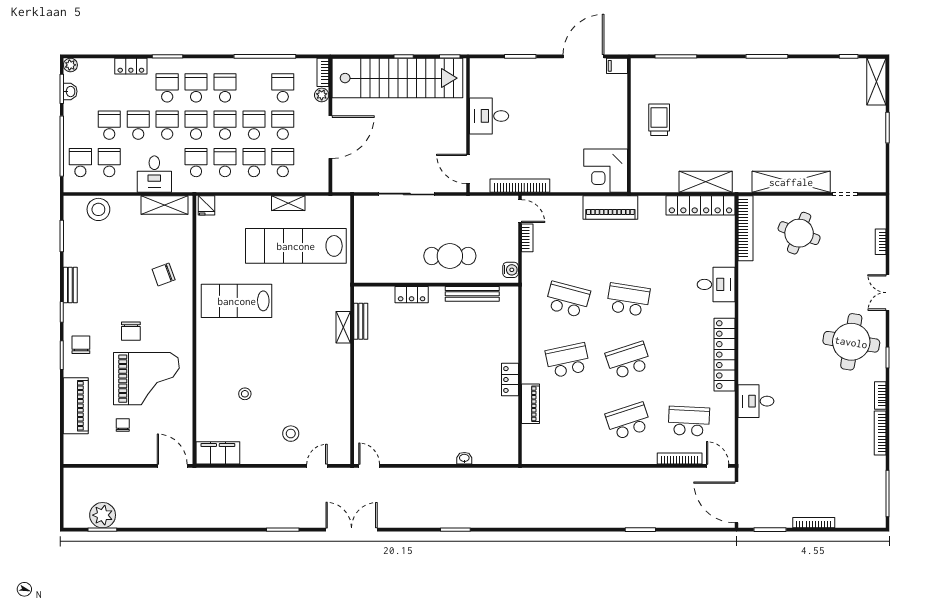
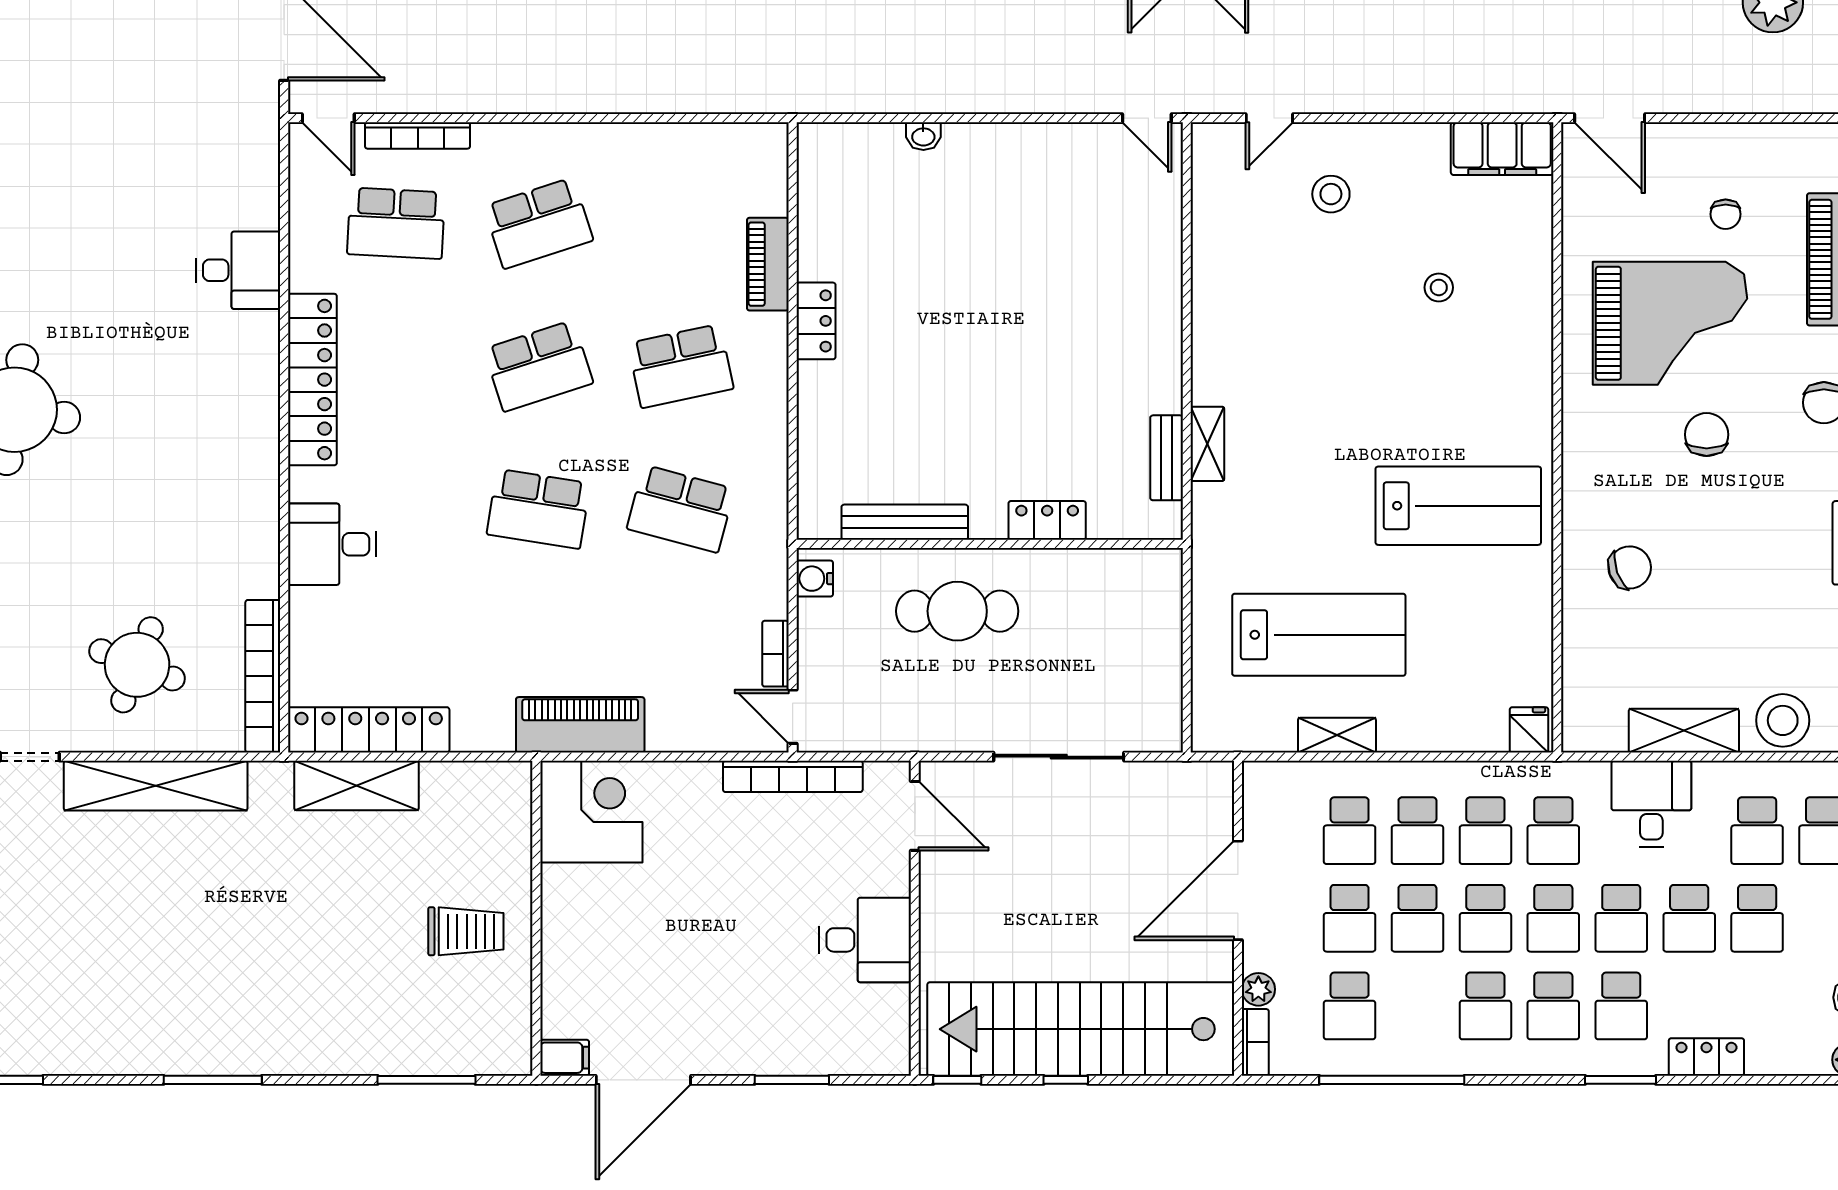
trolley: (659, 120) -> (466, 931), turned -90
shelving: (164, 205) -> (1684, 731), moved
lab bench: (296, 246) -> (1319, 635), width x0.73
grand piano: (146, 379) -> (1670, 323), turned 180

